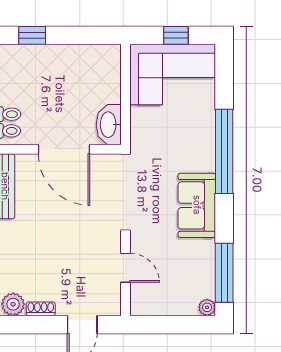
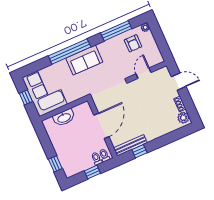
washbasin: (109, 125) -> (64, 118), moved
sofa: (197, 205) -> (84, 60), moved
armchair: (188, 273) -> (133, 43), added
window: (224, 273) -> (116, 31), moved

